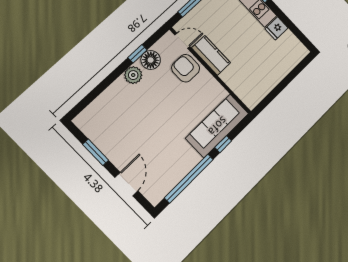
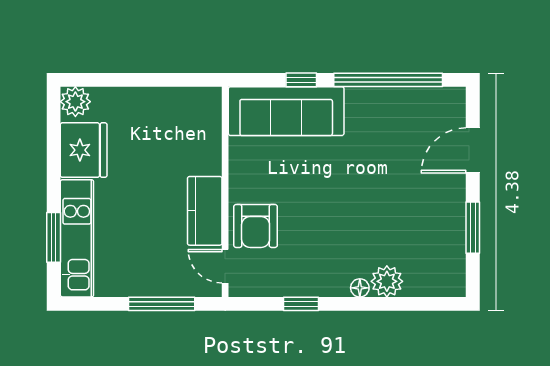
fridge: (277, 28) -> (84, 150), width x1.88, depth x1.34
plant: (300, 51) -> (75, 102), added
floor lamp: (151, 60) -> (360, 288), moved, width x0.53, depth x0.53
plant: (133, 75) -> (387, 281), moved

